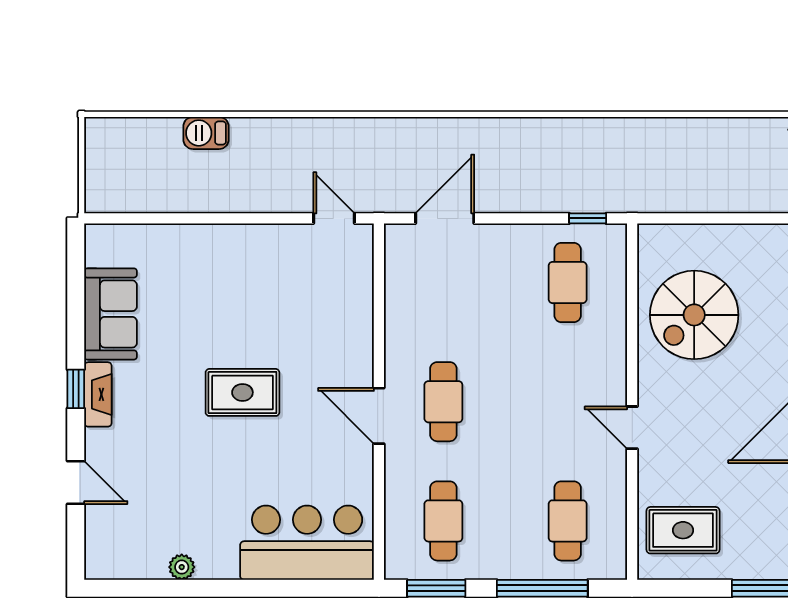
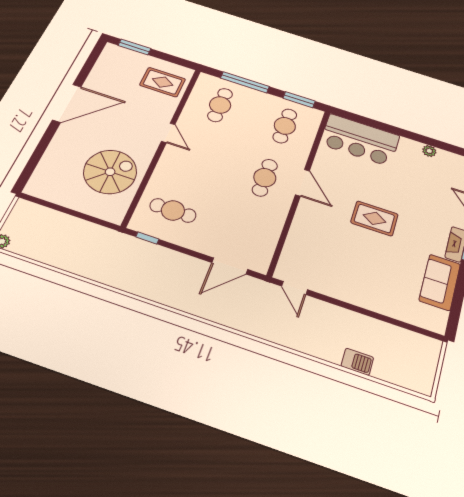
cafe table: (568, 282) -> (173, 210), turned 90

